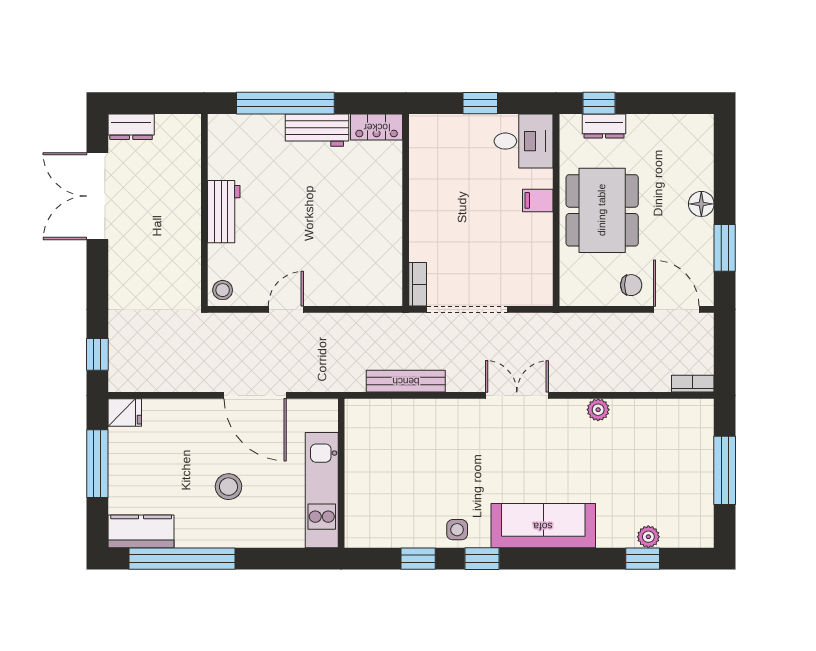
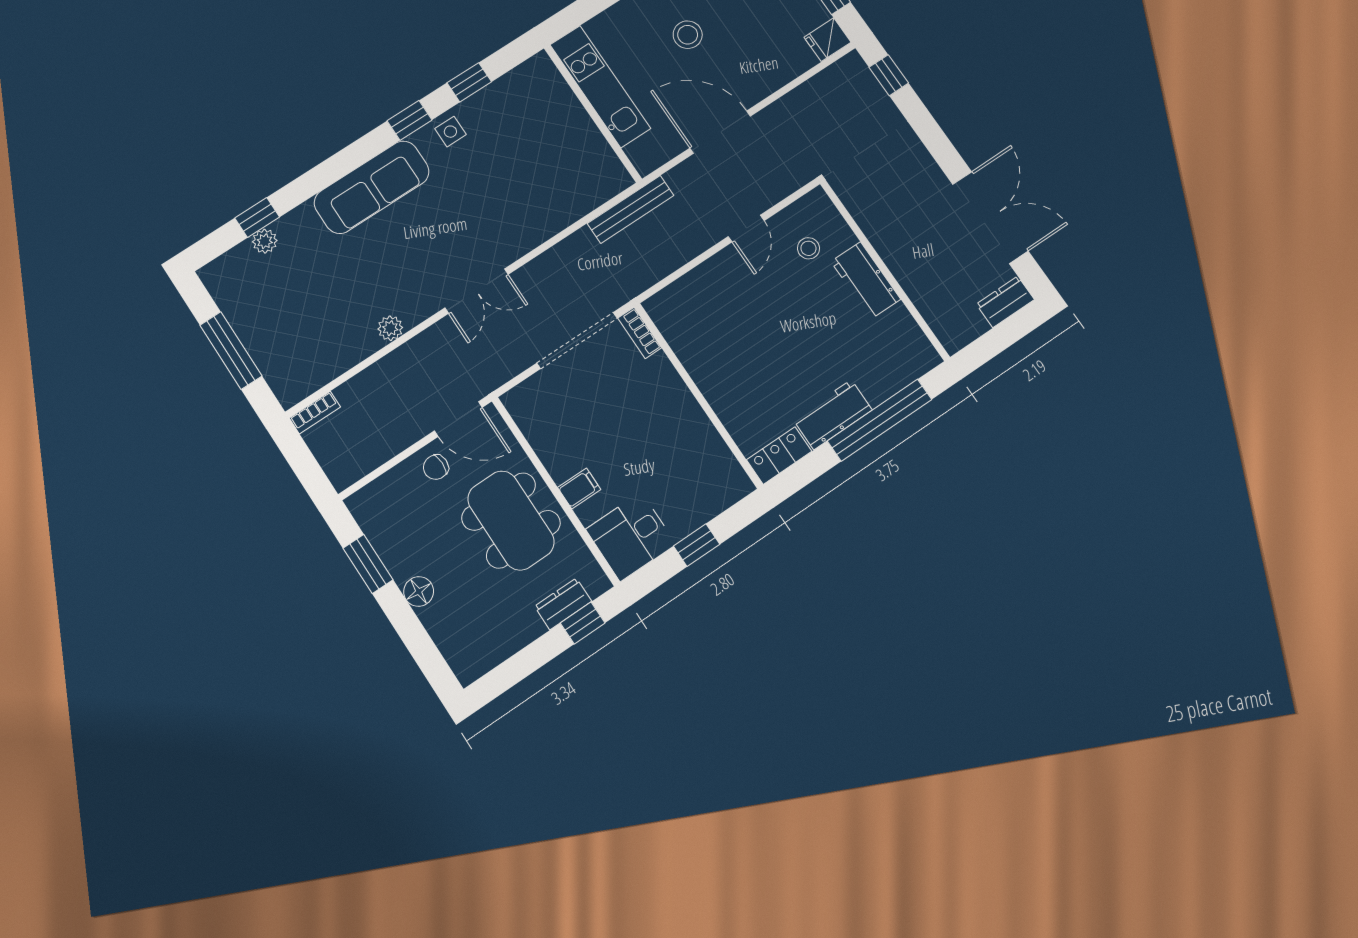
stool: (223, 290) -> (808, 248), moved
door: (676, 309) -> (458, 419), moved
bench: (406, 381) -> (631, 209), moved

